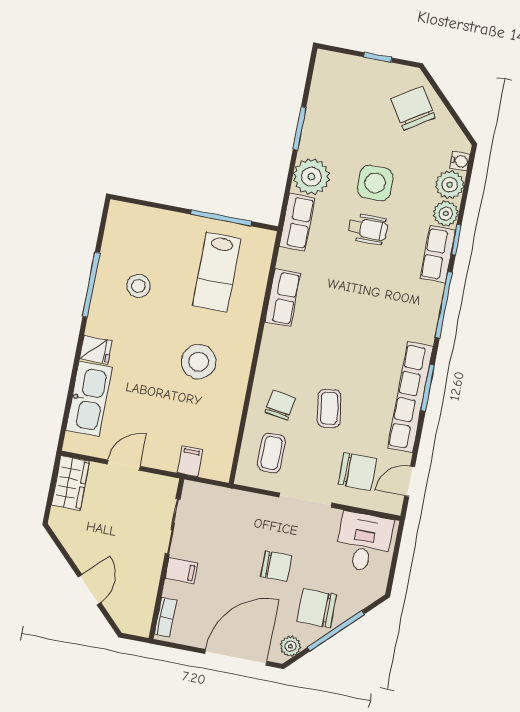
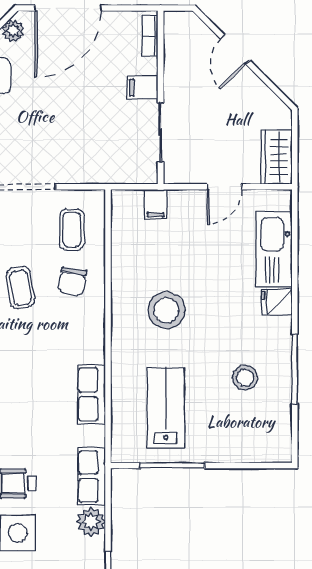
plant: (311, 177) -> (91, 522), width x0.73, depth x0.73
chair: (276, 566) -> (44, 112), removed

